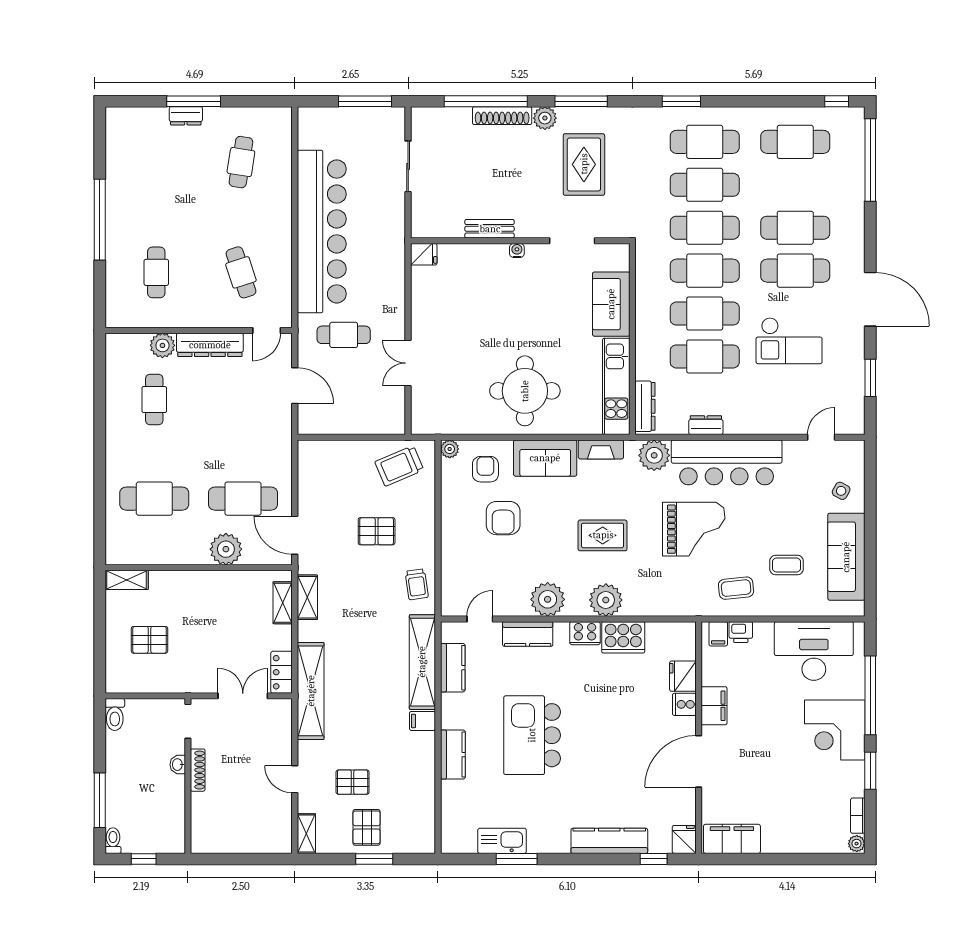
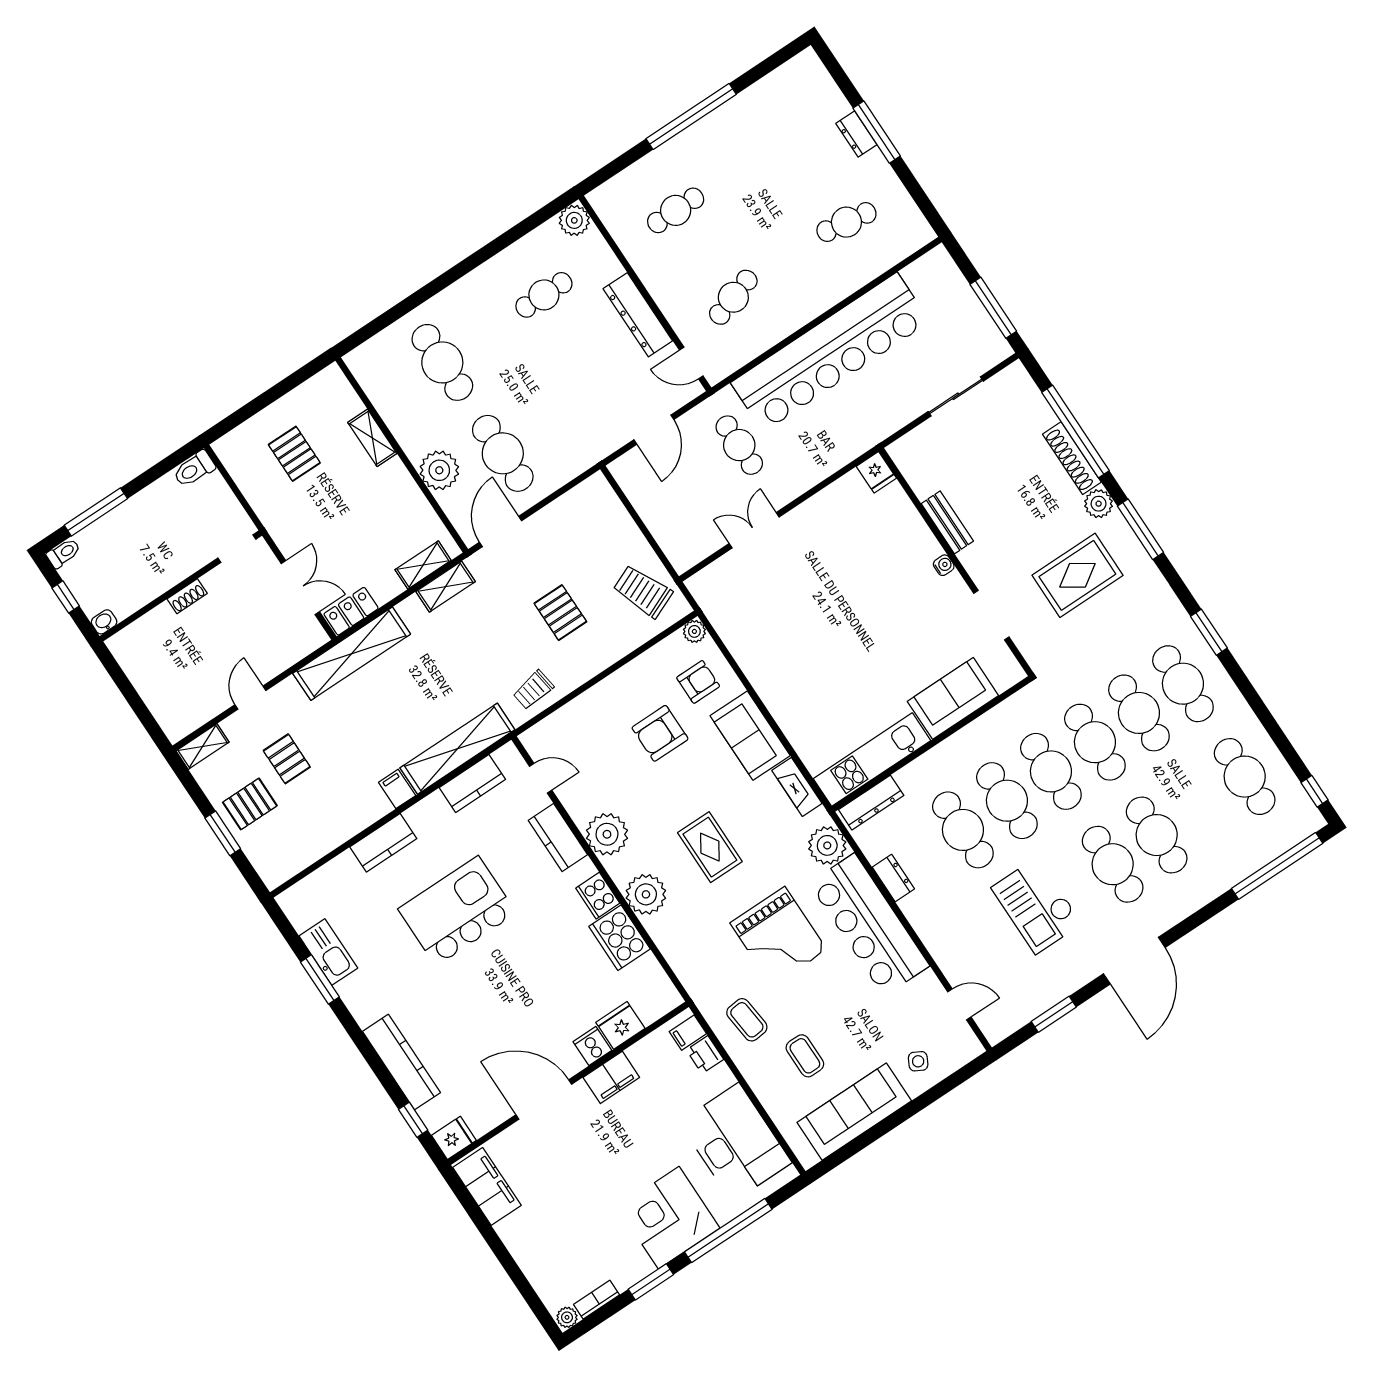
plant: (162, 345) -> (574, 220), moved
round table: (525, 391) -> (805, 669), removed
shelving: (127, 580) -> (372, 438), moved
washbasin: (178, 765) -> (104, 622), moved
shoe rack: (198, 770) -> (187, 596), width x0.70

